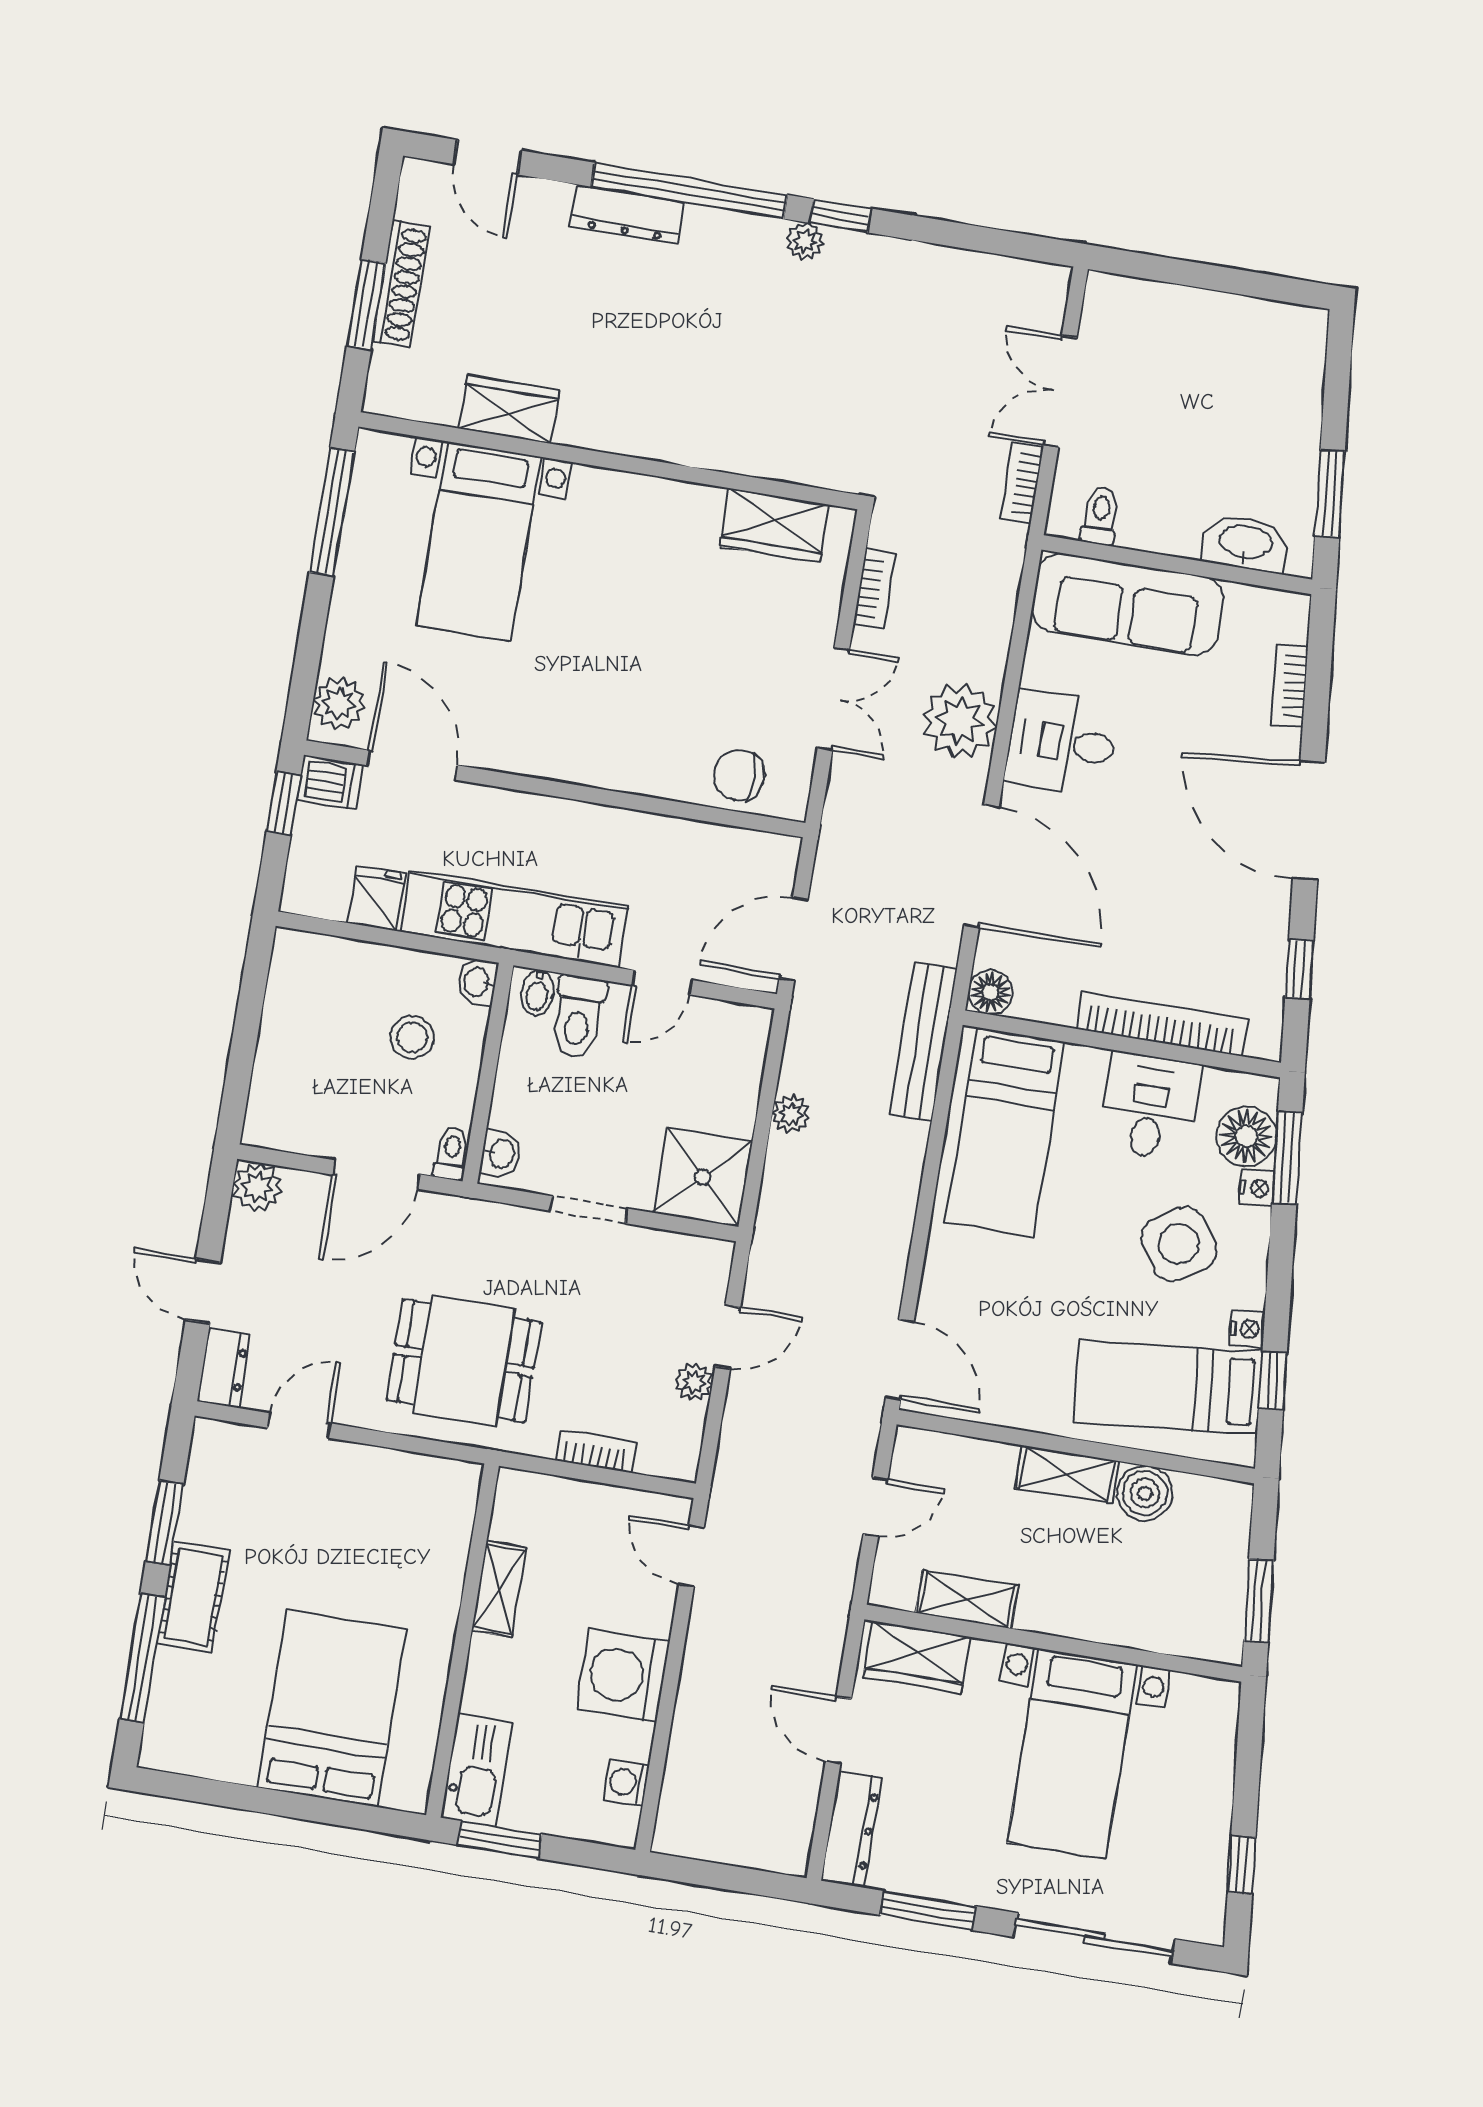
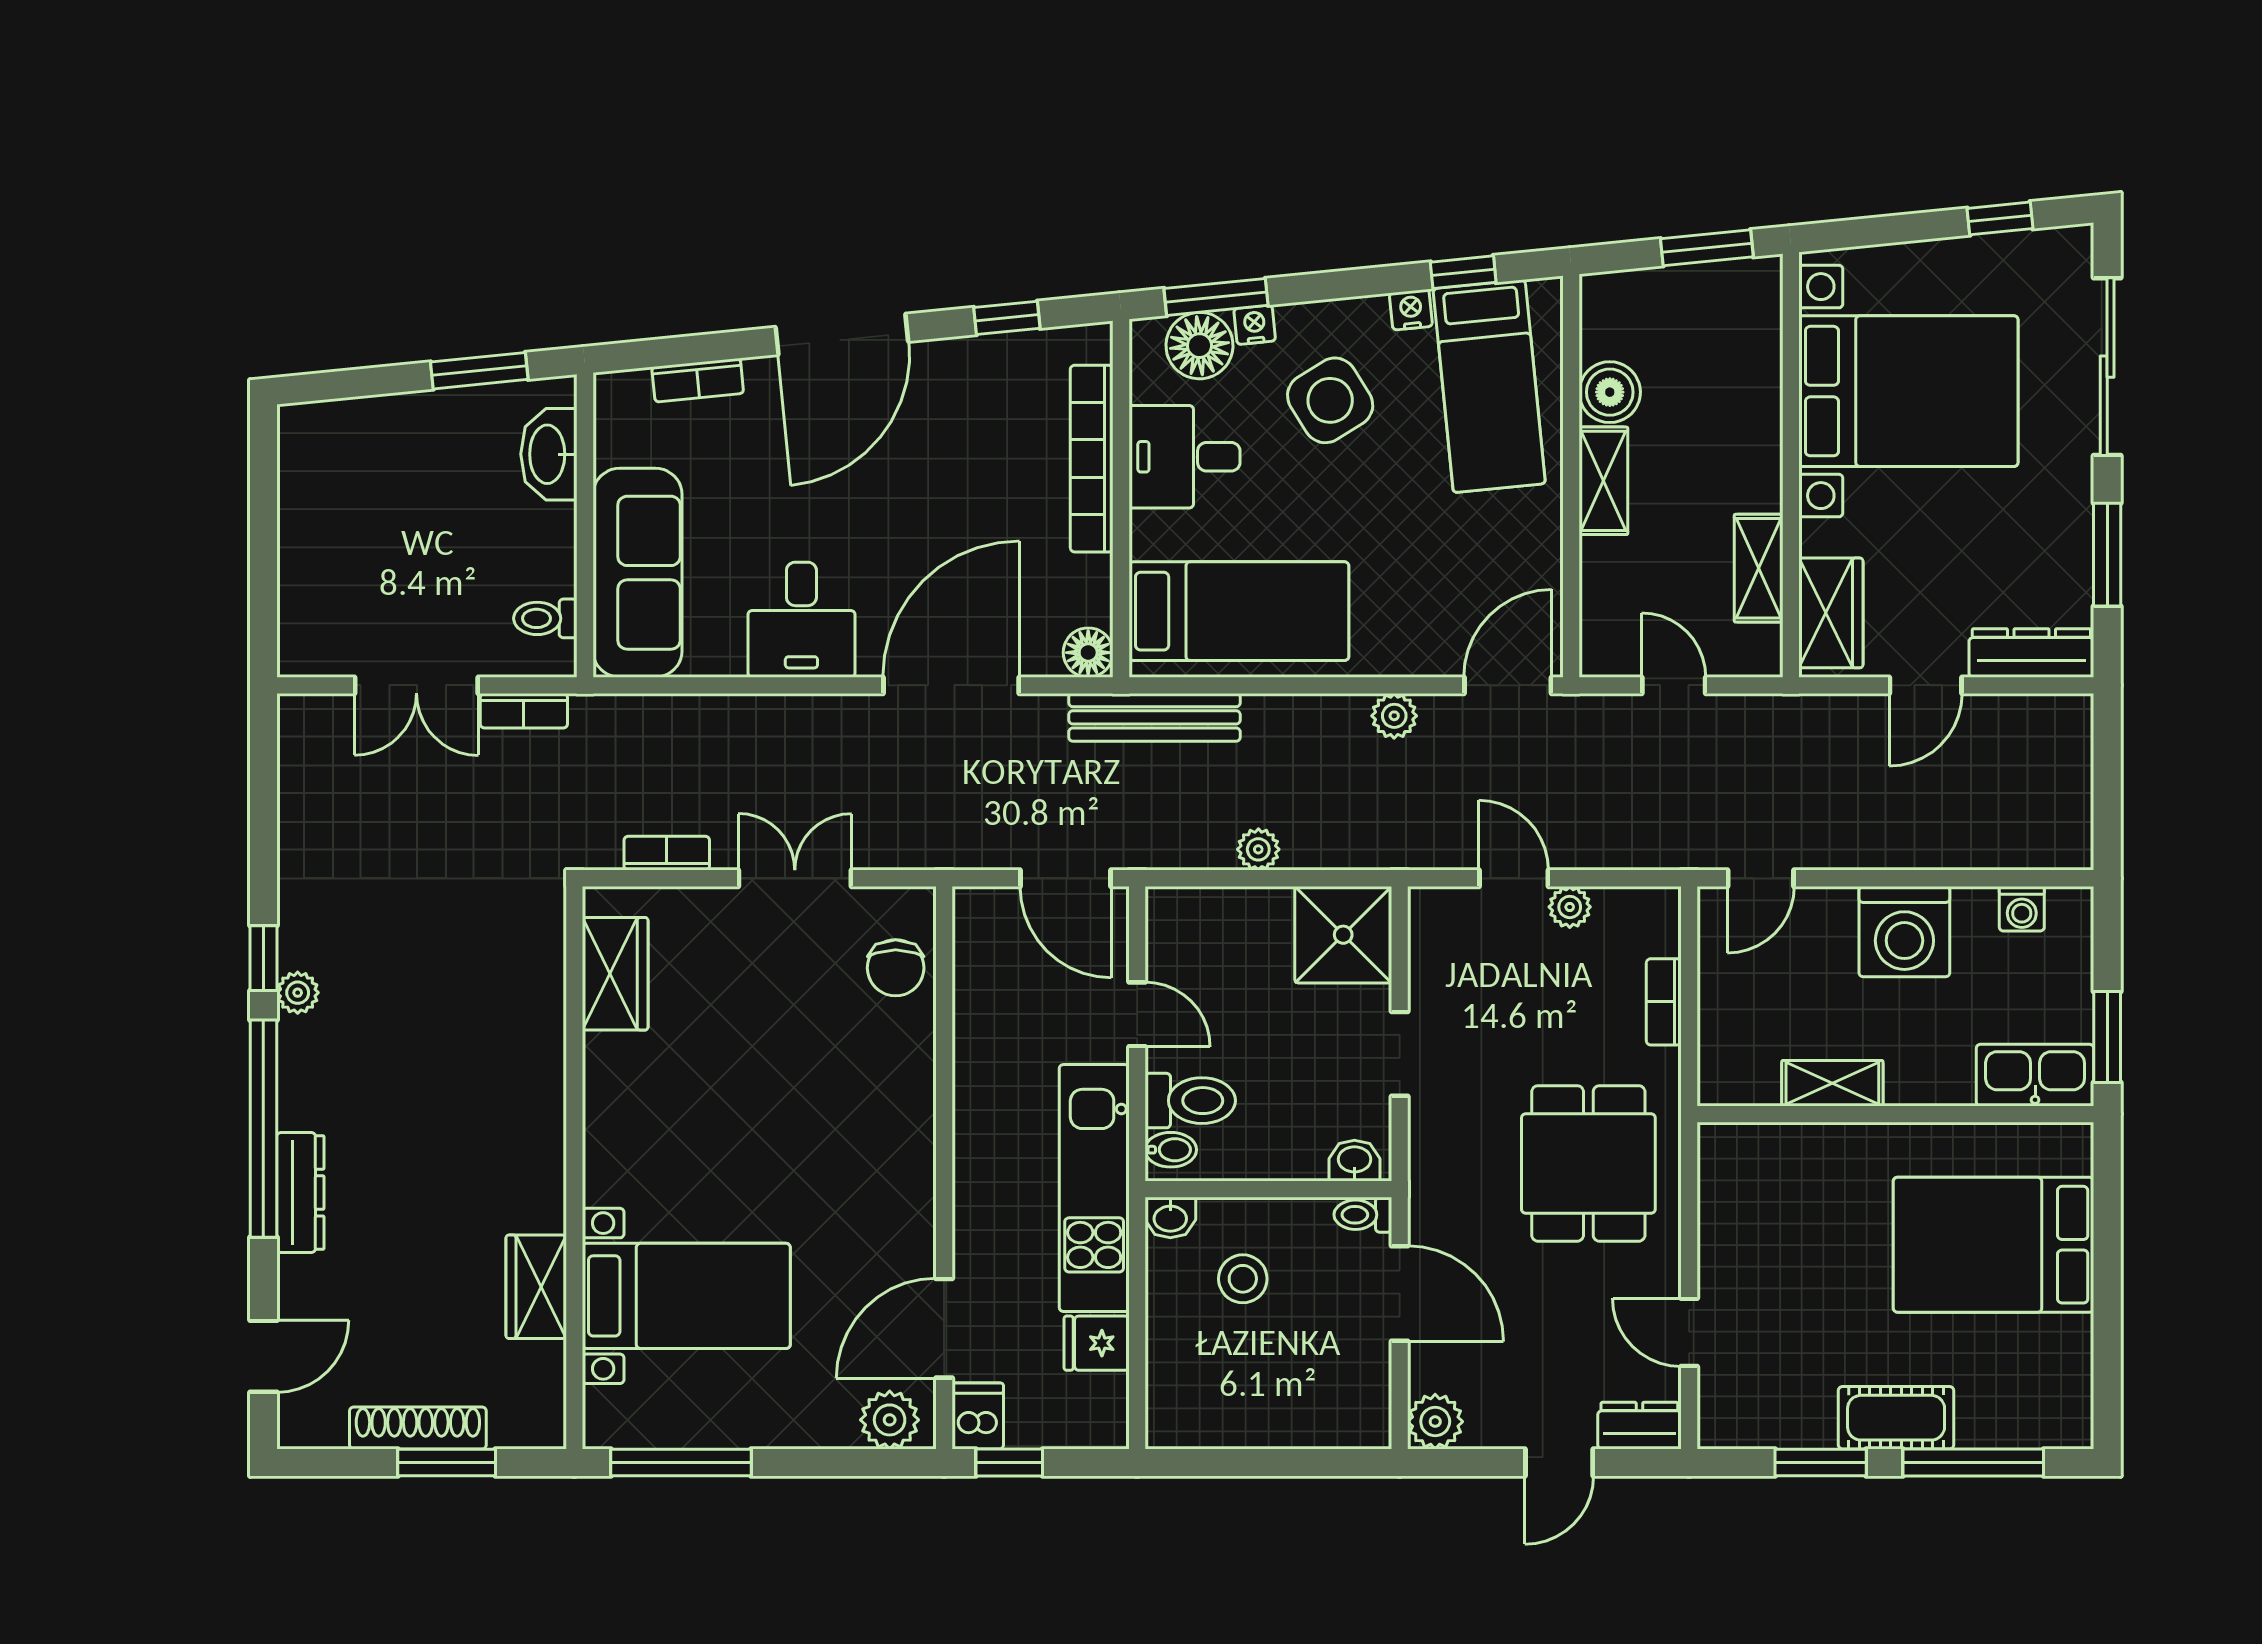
plant: (960, 721) -> (1394, 716), moved, width x0.53, depth x0.53
bed with nightstands: (1072, 1753) -> (1908, 391), width x1.36

